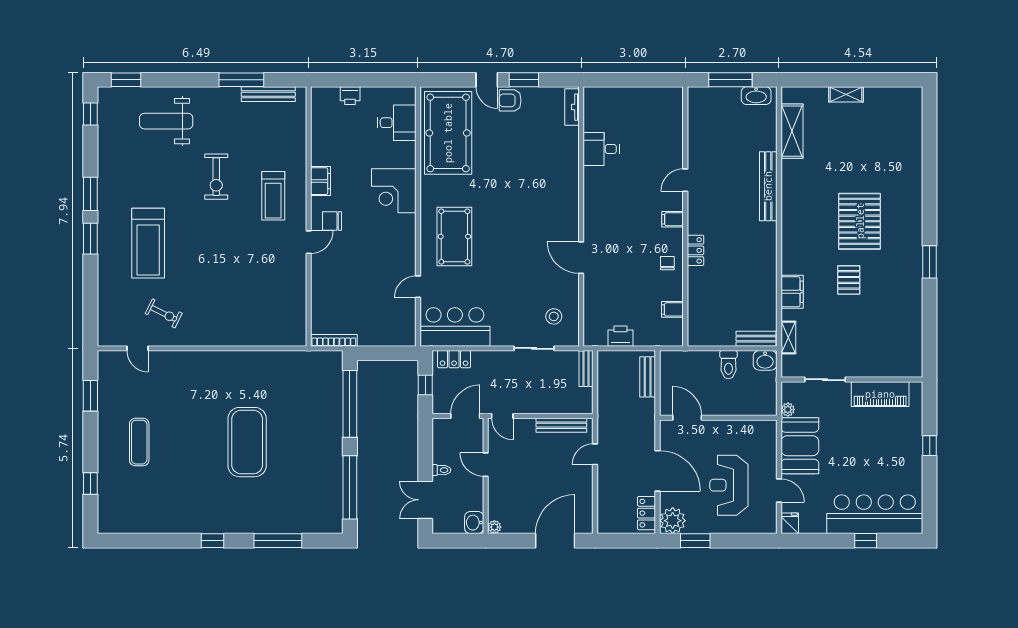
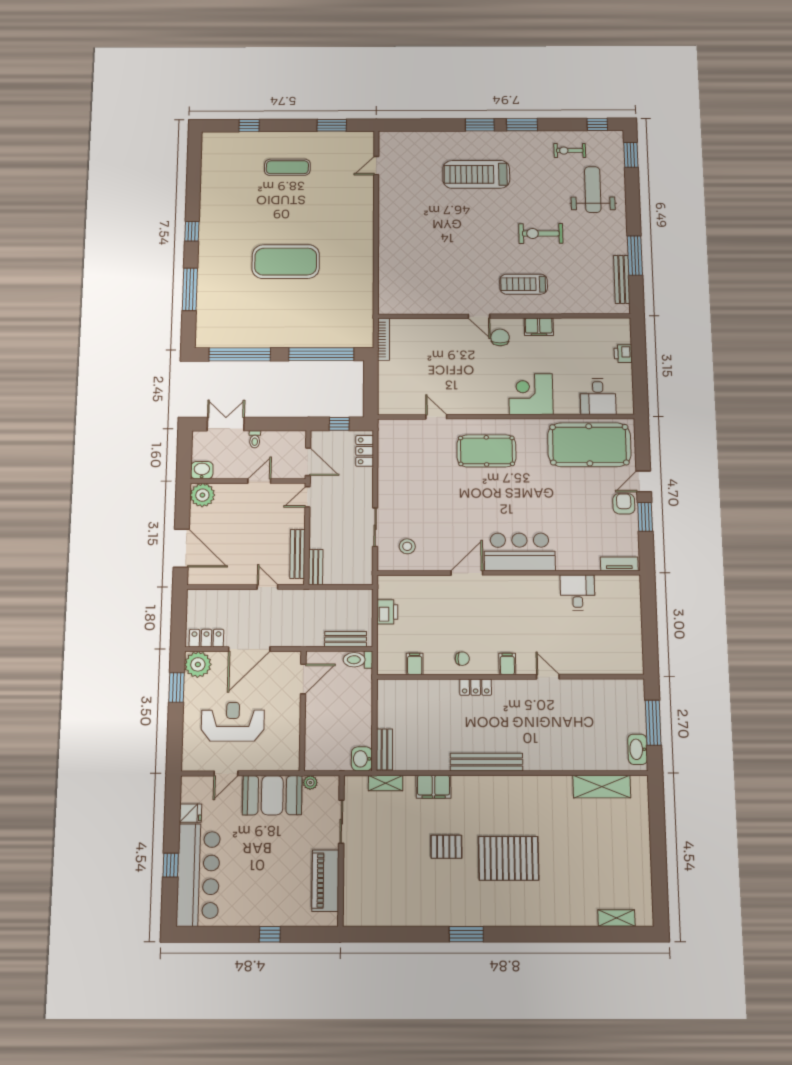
shelving: (846, 94) -> (616, 918), moved, turned 90
bench: (768, 186) -> (486, 762), moved
exercise bike: (164, 313) -> (570, 151), moved, turned 64
bar counter: (455, 327) -> (520, 552), moved, turned -90
toilet: (728, 365) -> (358, 660), moved
bench: (586, 369) -> (316, 567), moved, turned 90
fridge: (790, 523) -> (191, 813), moved
plant: (494, 527) -> (202, 495), width x1.87, depth x1.87

